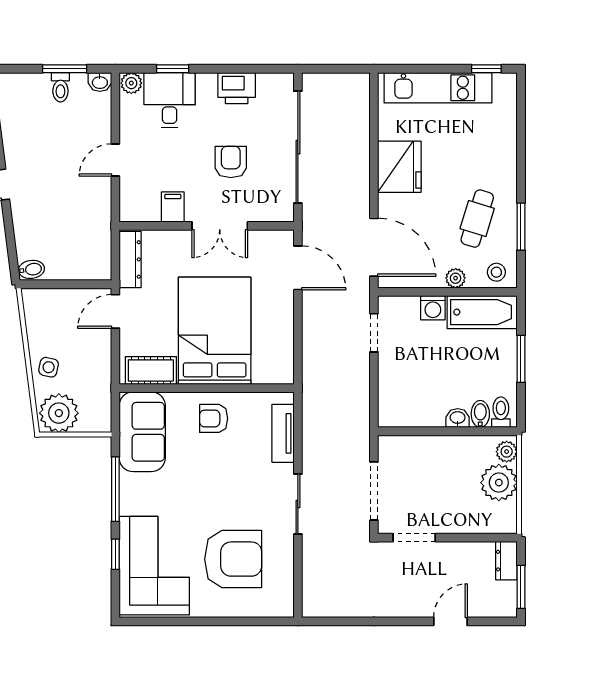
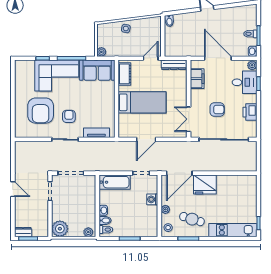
kitchen unit: (438, 88) -> (233, 230), moved, turned 90
door: (115, 160) -> (218, 58), width x1.87
fridge: (399, 167) -> (205, 184), moved
filing cabinet: (173, 207) -> (197, 79), width x2.00
double door: (220, 226) -> (189, 119), moved
door: (298, 268) -> (146, 139), moved
door: (115, 311) -> (151, 58), hinge flipped
bathtub: (482, 312) -> (115, 182), moved, turned -90
bed: (215, 331) -> (142, 102), width x0.67
plant: (59, 413) -> (101, 52), moved, width x0.53, depth x0.53
armchair: (214, 418) -> (69, 116), moved
plant: (499, 483) -> (60, 229), moved
dresser: (506, 561) -> (23, 232), moved
corner sofa: (154, 566) -> (57, 76), moved
door: (450, 621) -> (13, 189), moved

